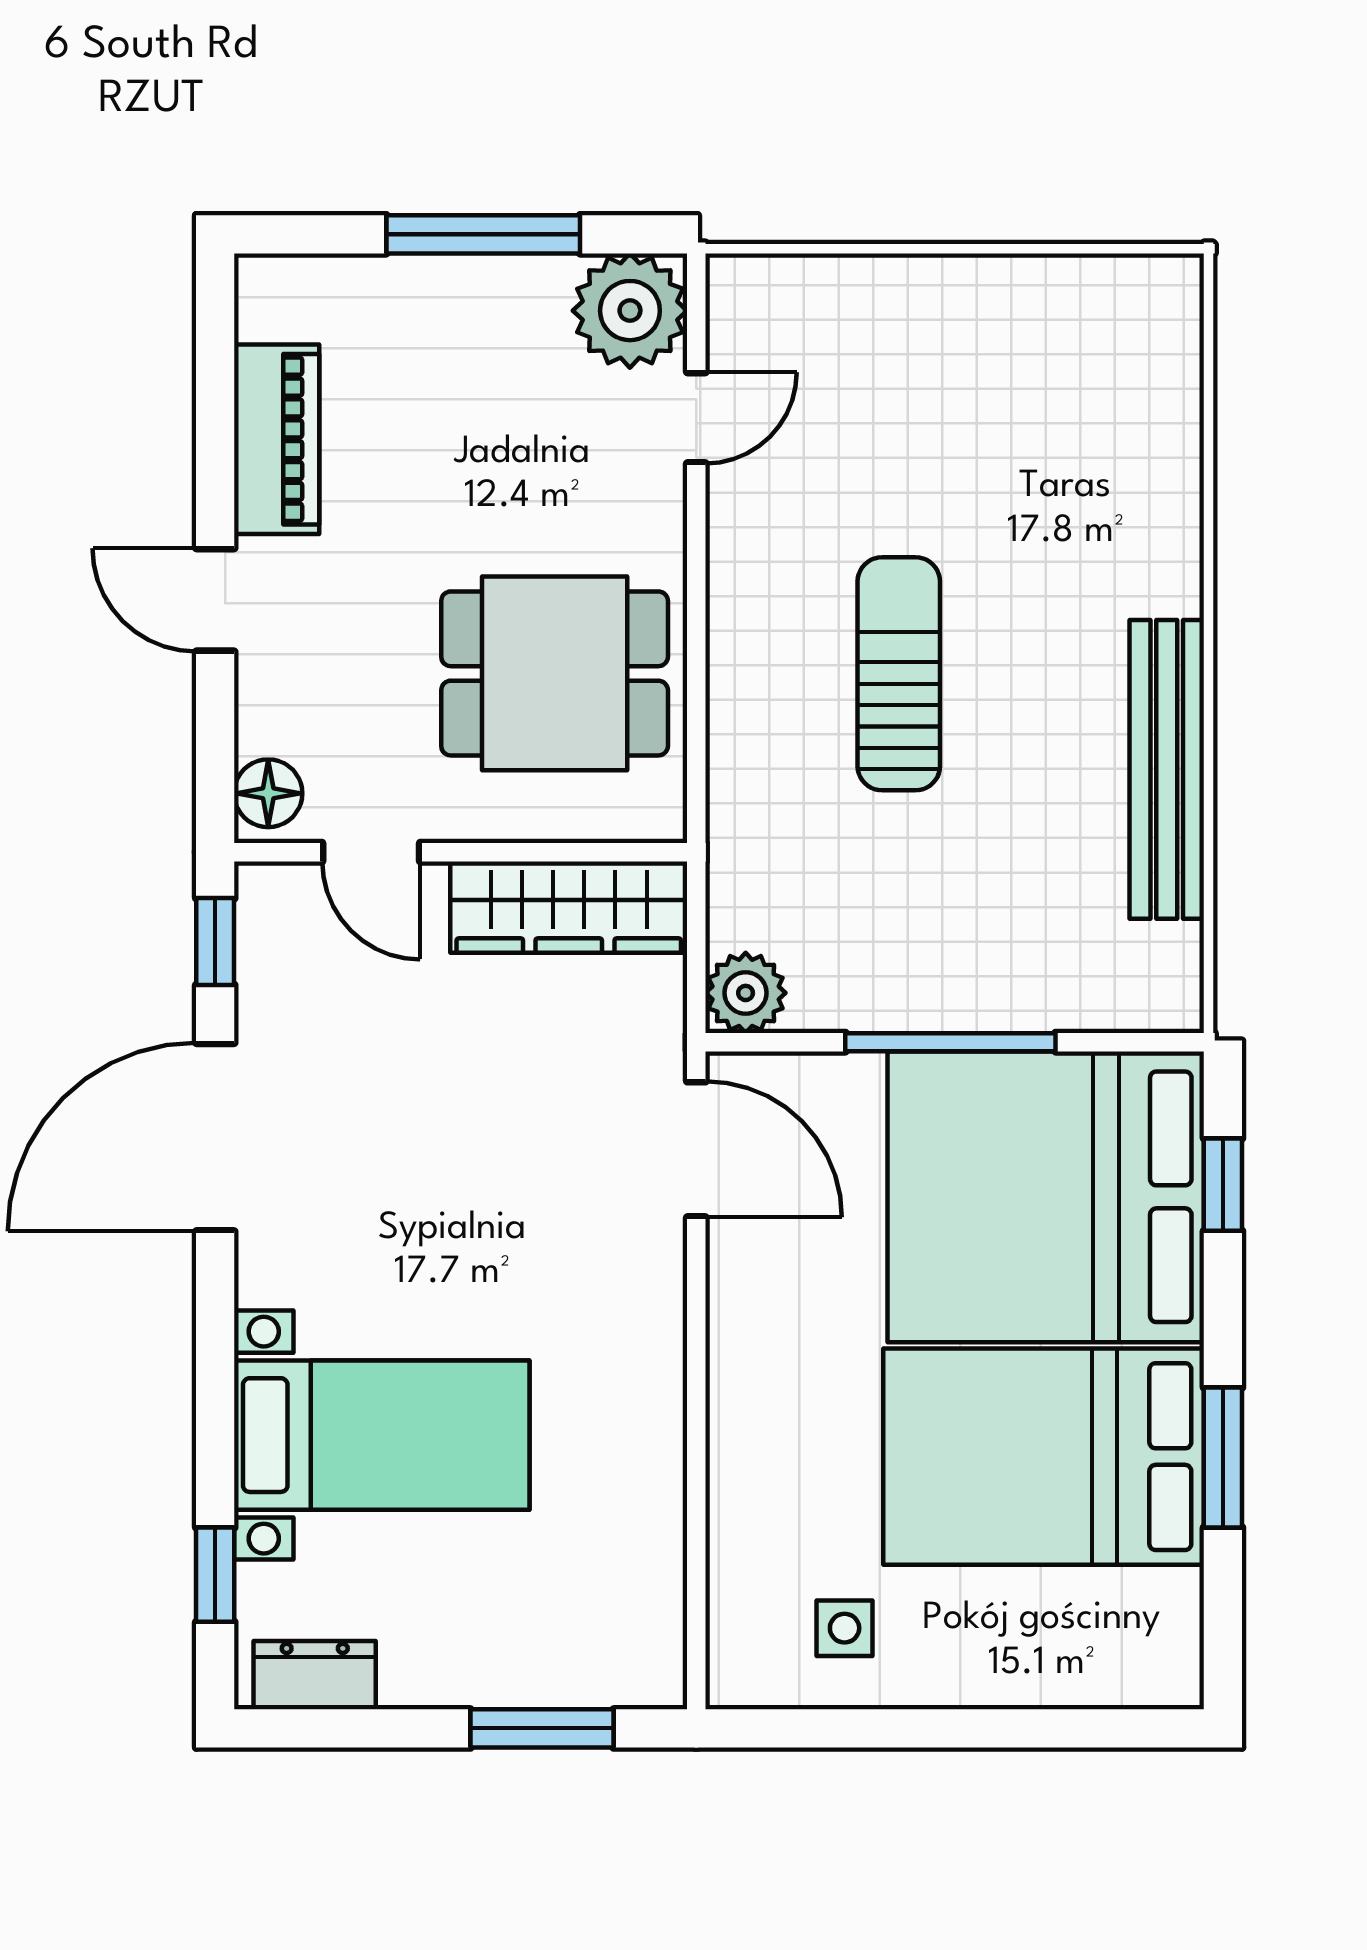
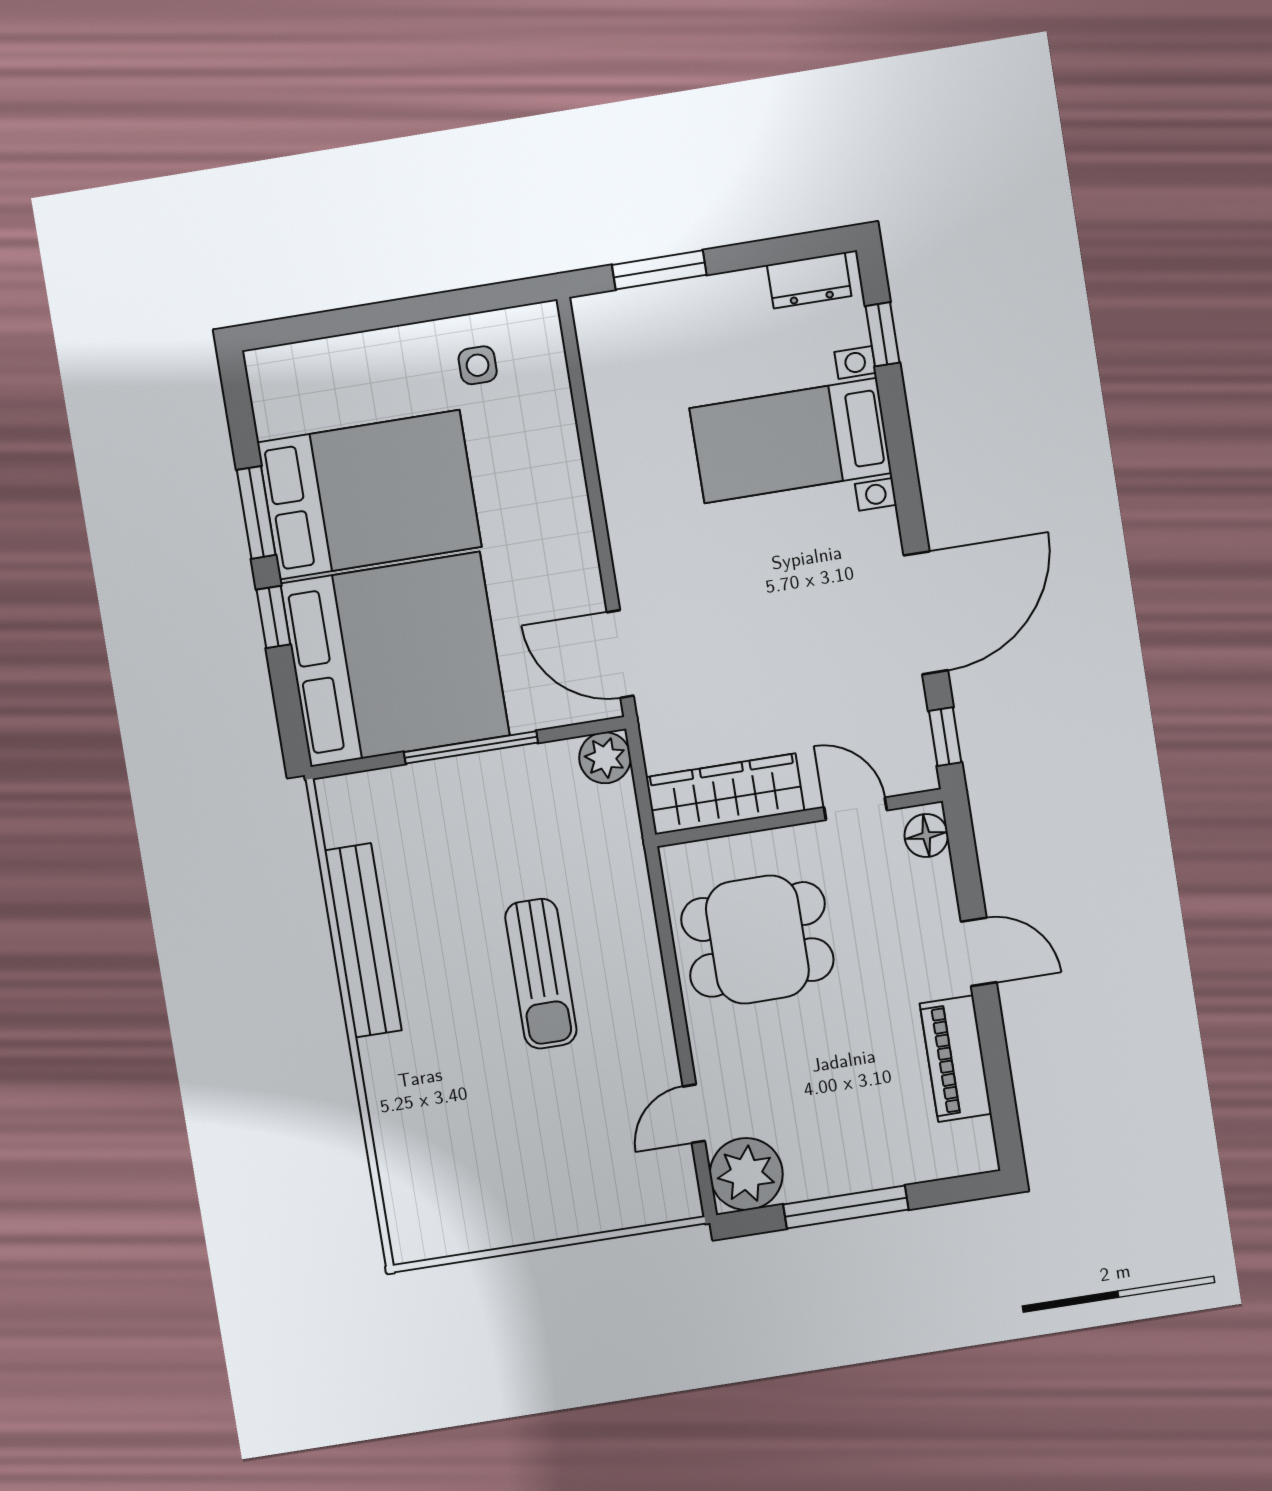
window: (1223, 1185) -> (273, 617), moved

